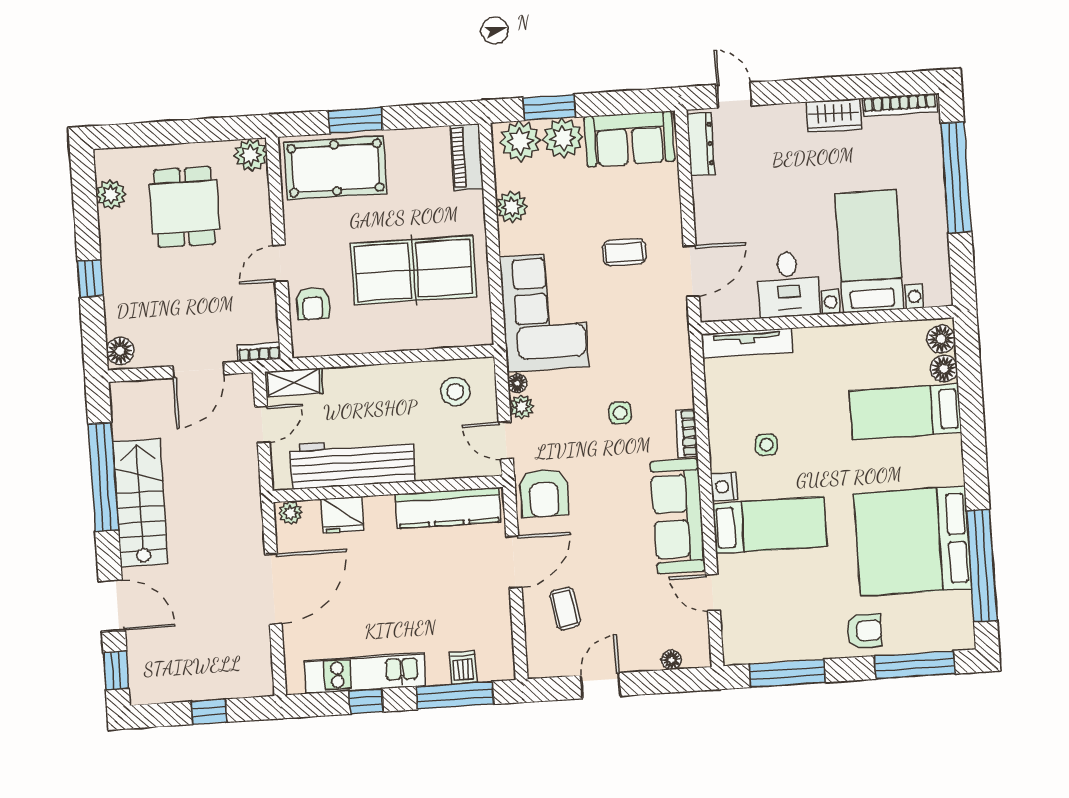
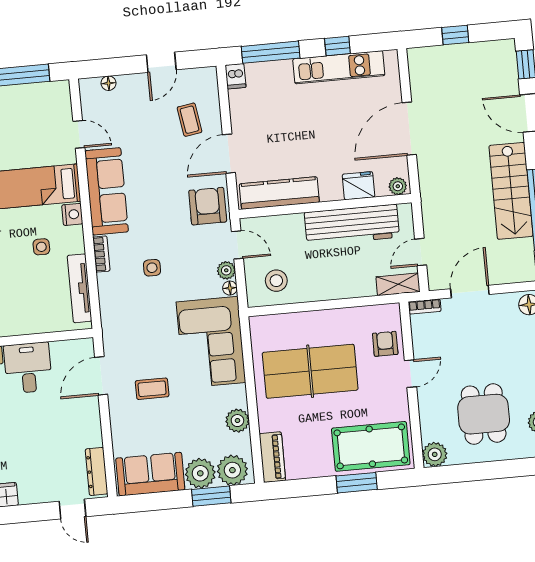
tv unit: (747, 343) -> (80, 288), moved, turned -90
dishwasher: (463, 667) -> (235, 76), moved

